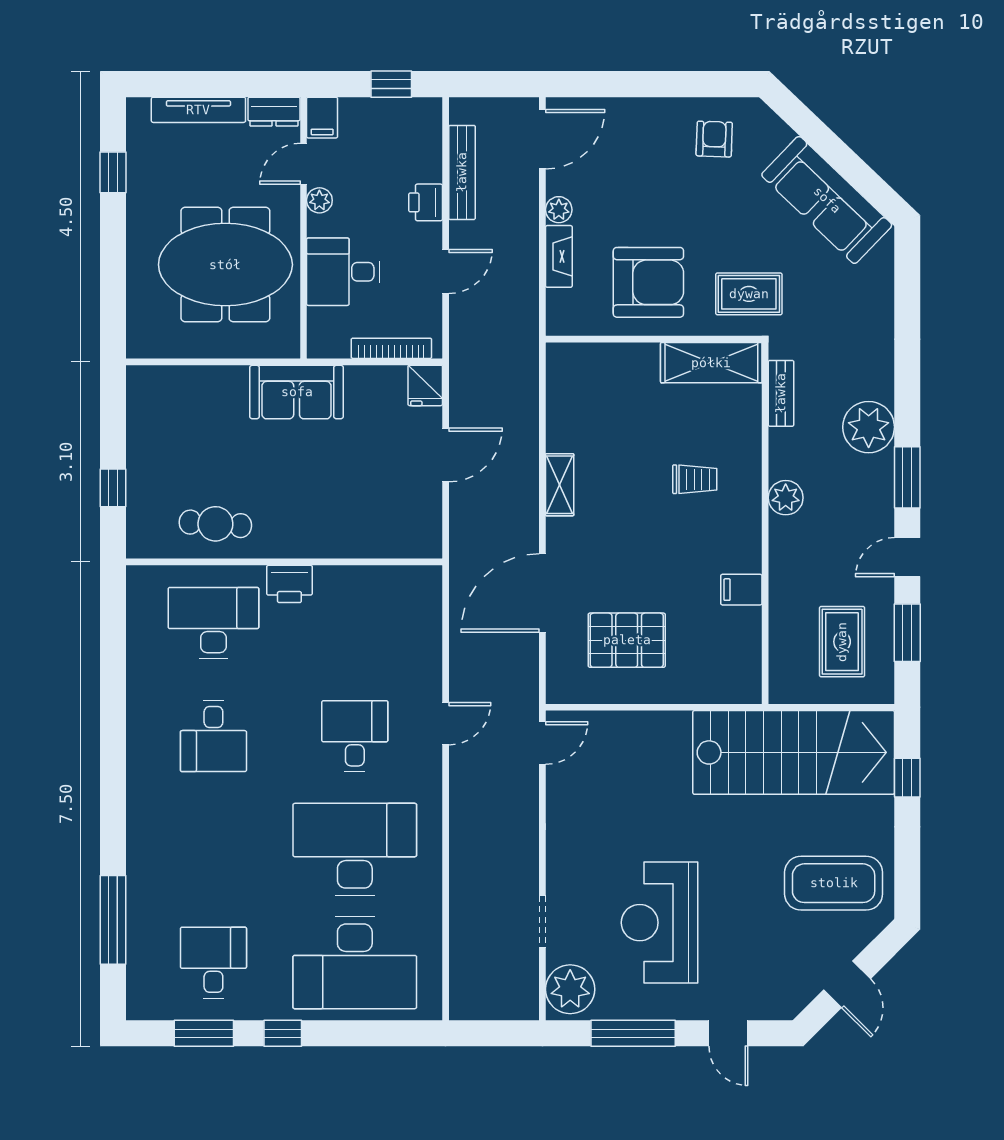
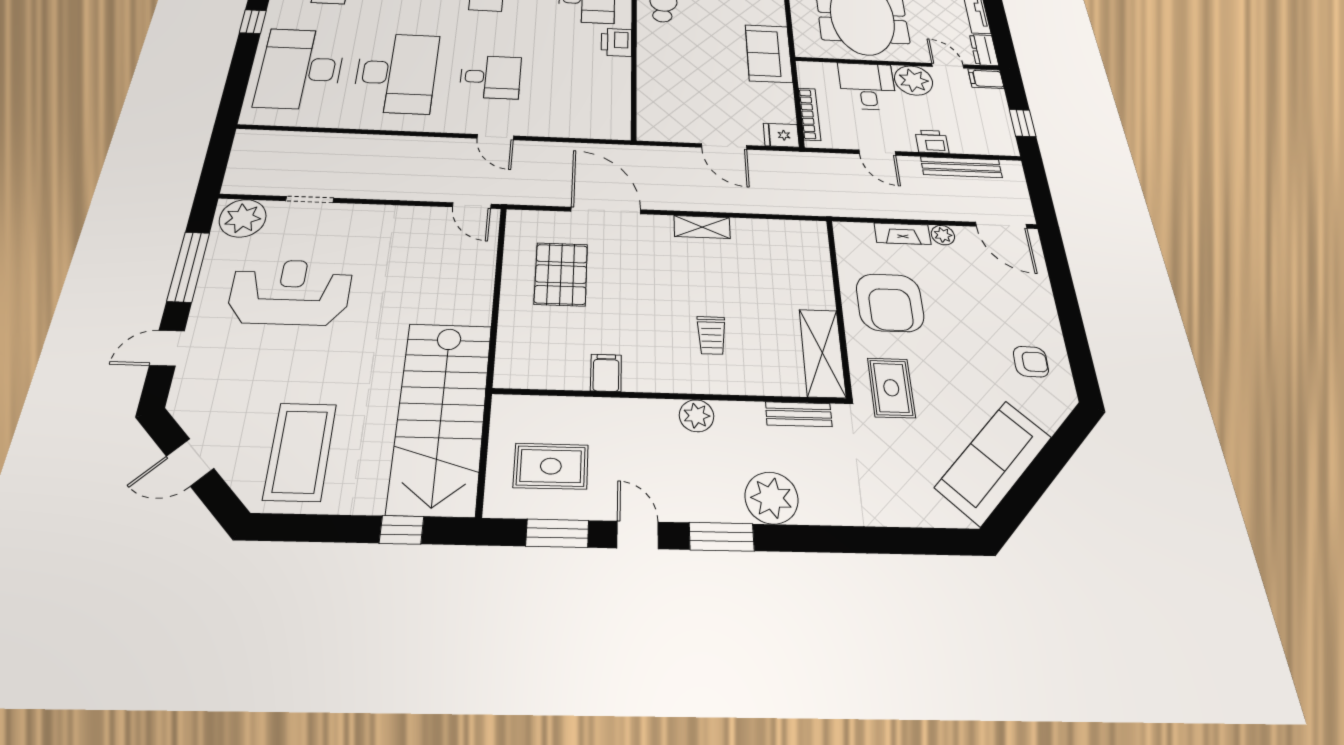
plant: (319, 200) -> (914, 80), width x1.88, depth x1.88

